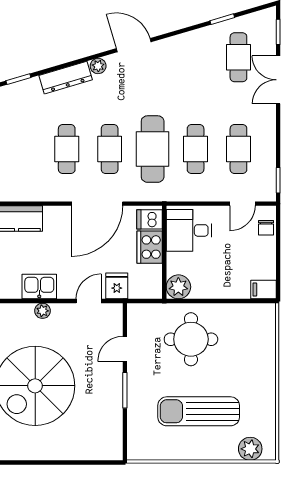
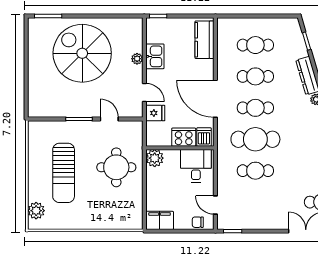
cafe table: (238, 149) -> (255, 45), moved
filing cabinet: (264, 289) -> (160, 220), width x2.00
sun lounger: (199, 411) -> (64, 173), turned 180

